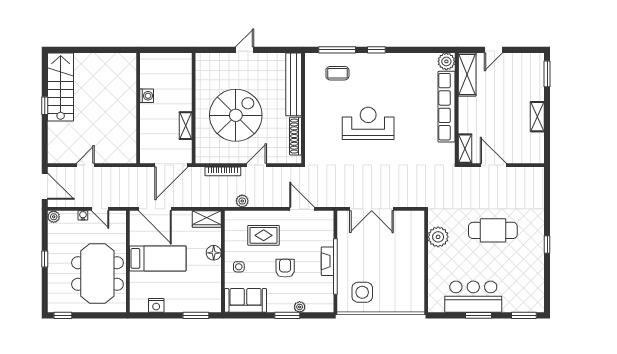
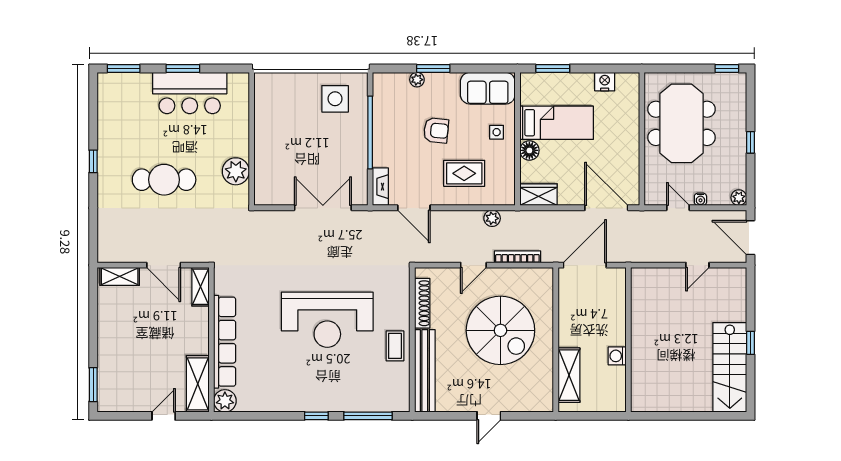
coffee table: (337, 73) -> (395, 346), moved, turned 90
spiral stairs: (236, 115) -> (500, 330), turned -90
shelving: (537, 117) -> (120, 276), moved, turned 90
reception desk: (368, 123) -> (327, 320), width x1.36, depth x1.30
shelving: (186, 126) -> (569, 375), moved, width x1.50, depth x1.33
bed: (158, 258) -> (557, 123), moved, turned 180
fireplace: (327, 261) -> (380, 187), moved
armchair: (285, 268) -> (436, 130), turned -84

